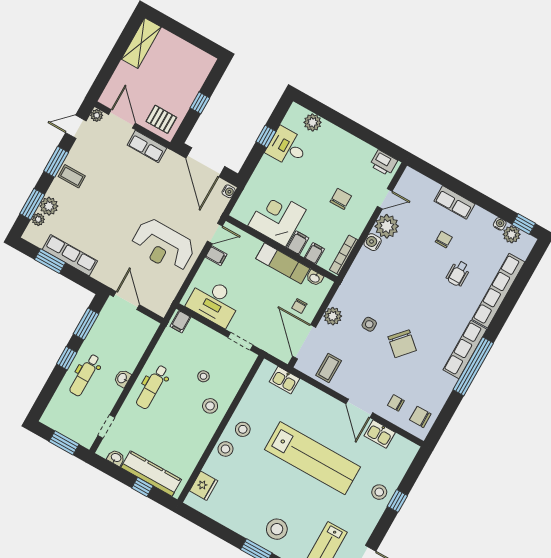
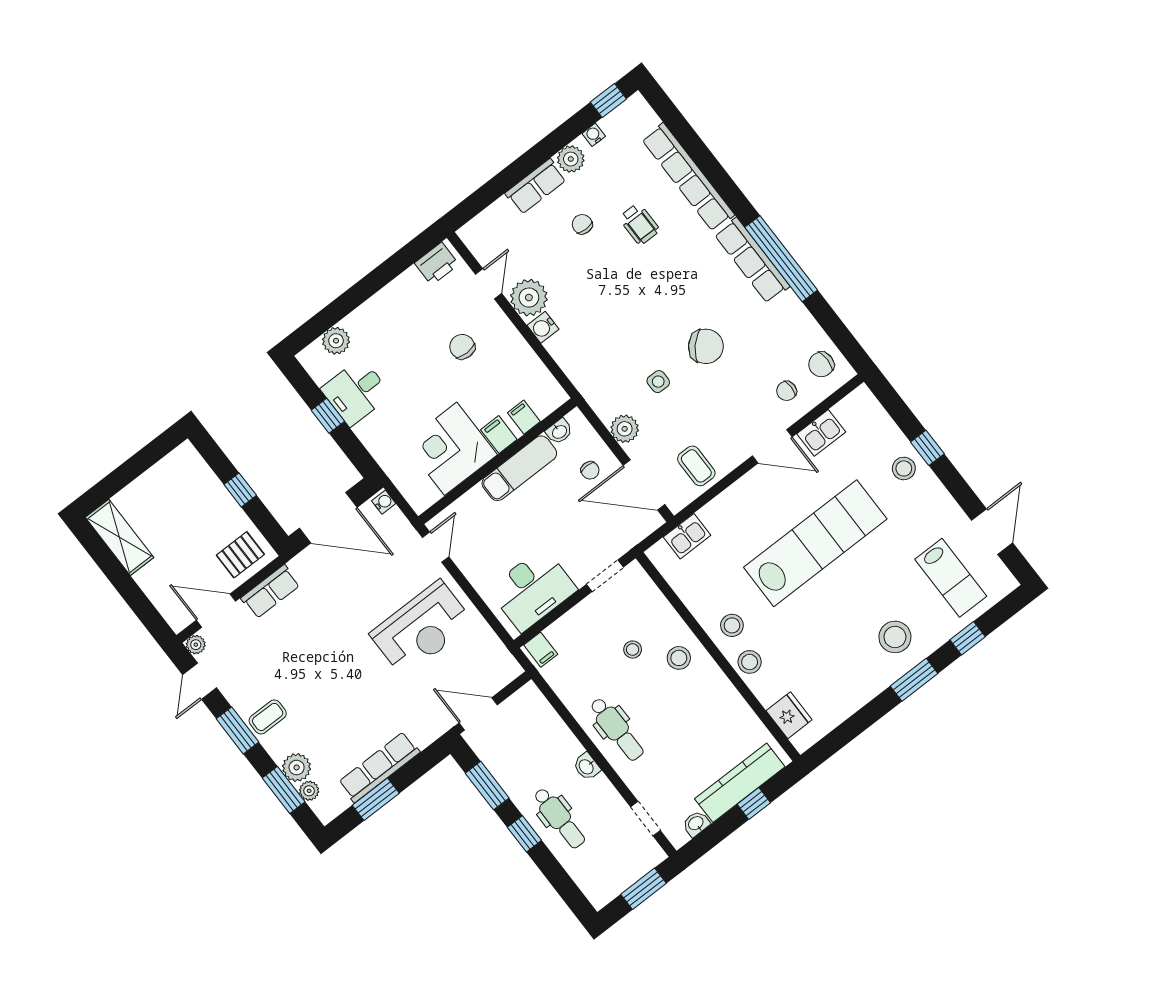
plant: (512, 234) -> (571, 159), moved
bookcase: (344, 255) -> (544, 376), removed
filing cabinet: (216, 256) -> (468, 559), removed

